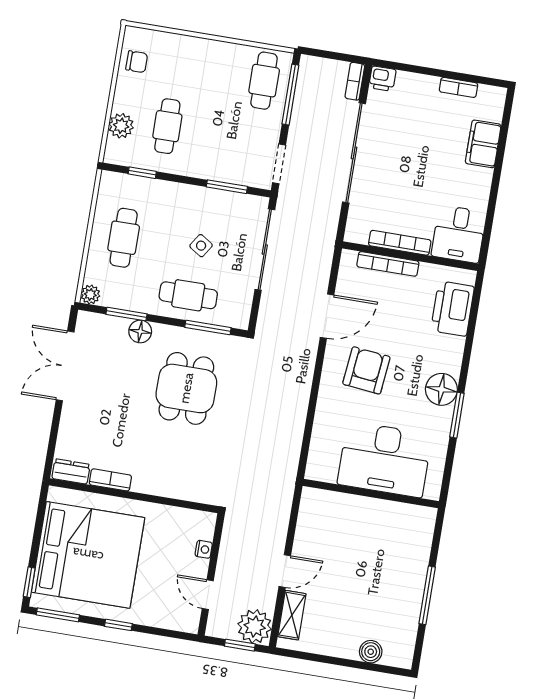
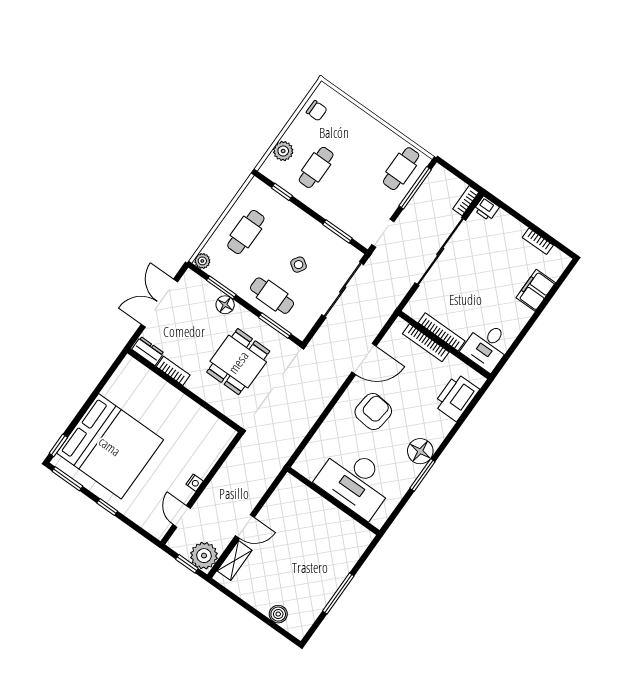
dresser: (71, 471) -> (148, 351), moved
bookcase: (110, 480) -> (173, 371), moved
wall: (134, 496) -> (184, 390), moved

